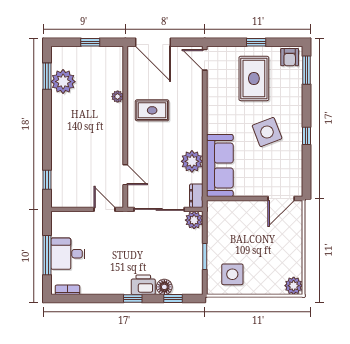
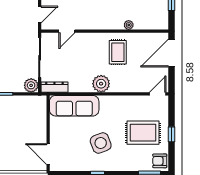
plant: (192, 161) -> (101, 84), moved
dresser: (196, 196) -> (54, 87), width x1.44

